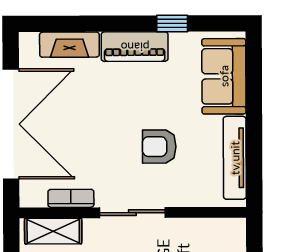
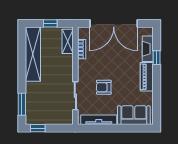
window: (172, 23) -> (157, 58), moved
armchair: (159, 147) -> (104, 87), turned -90
sliding door: (132, 213) -> (75, 96), moved

